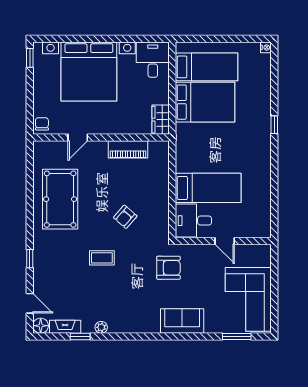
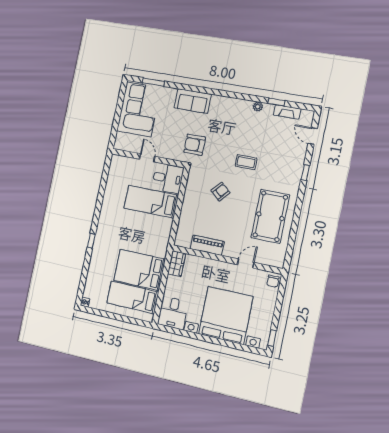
floor lamp: (41, 326) -> (307, 116), removed

